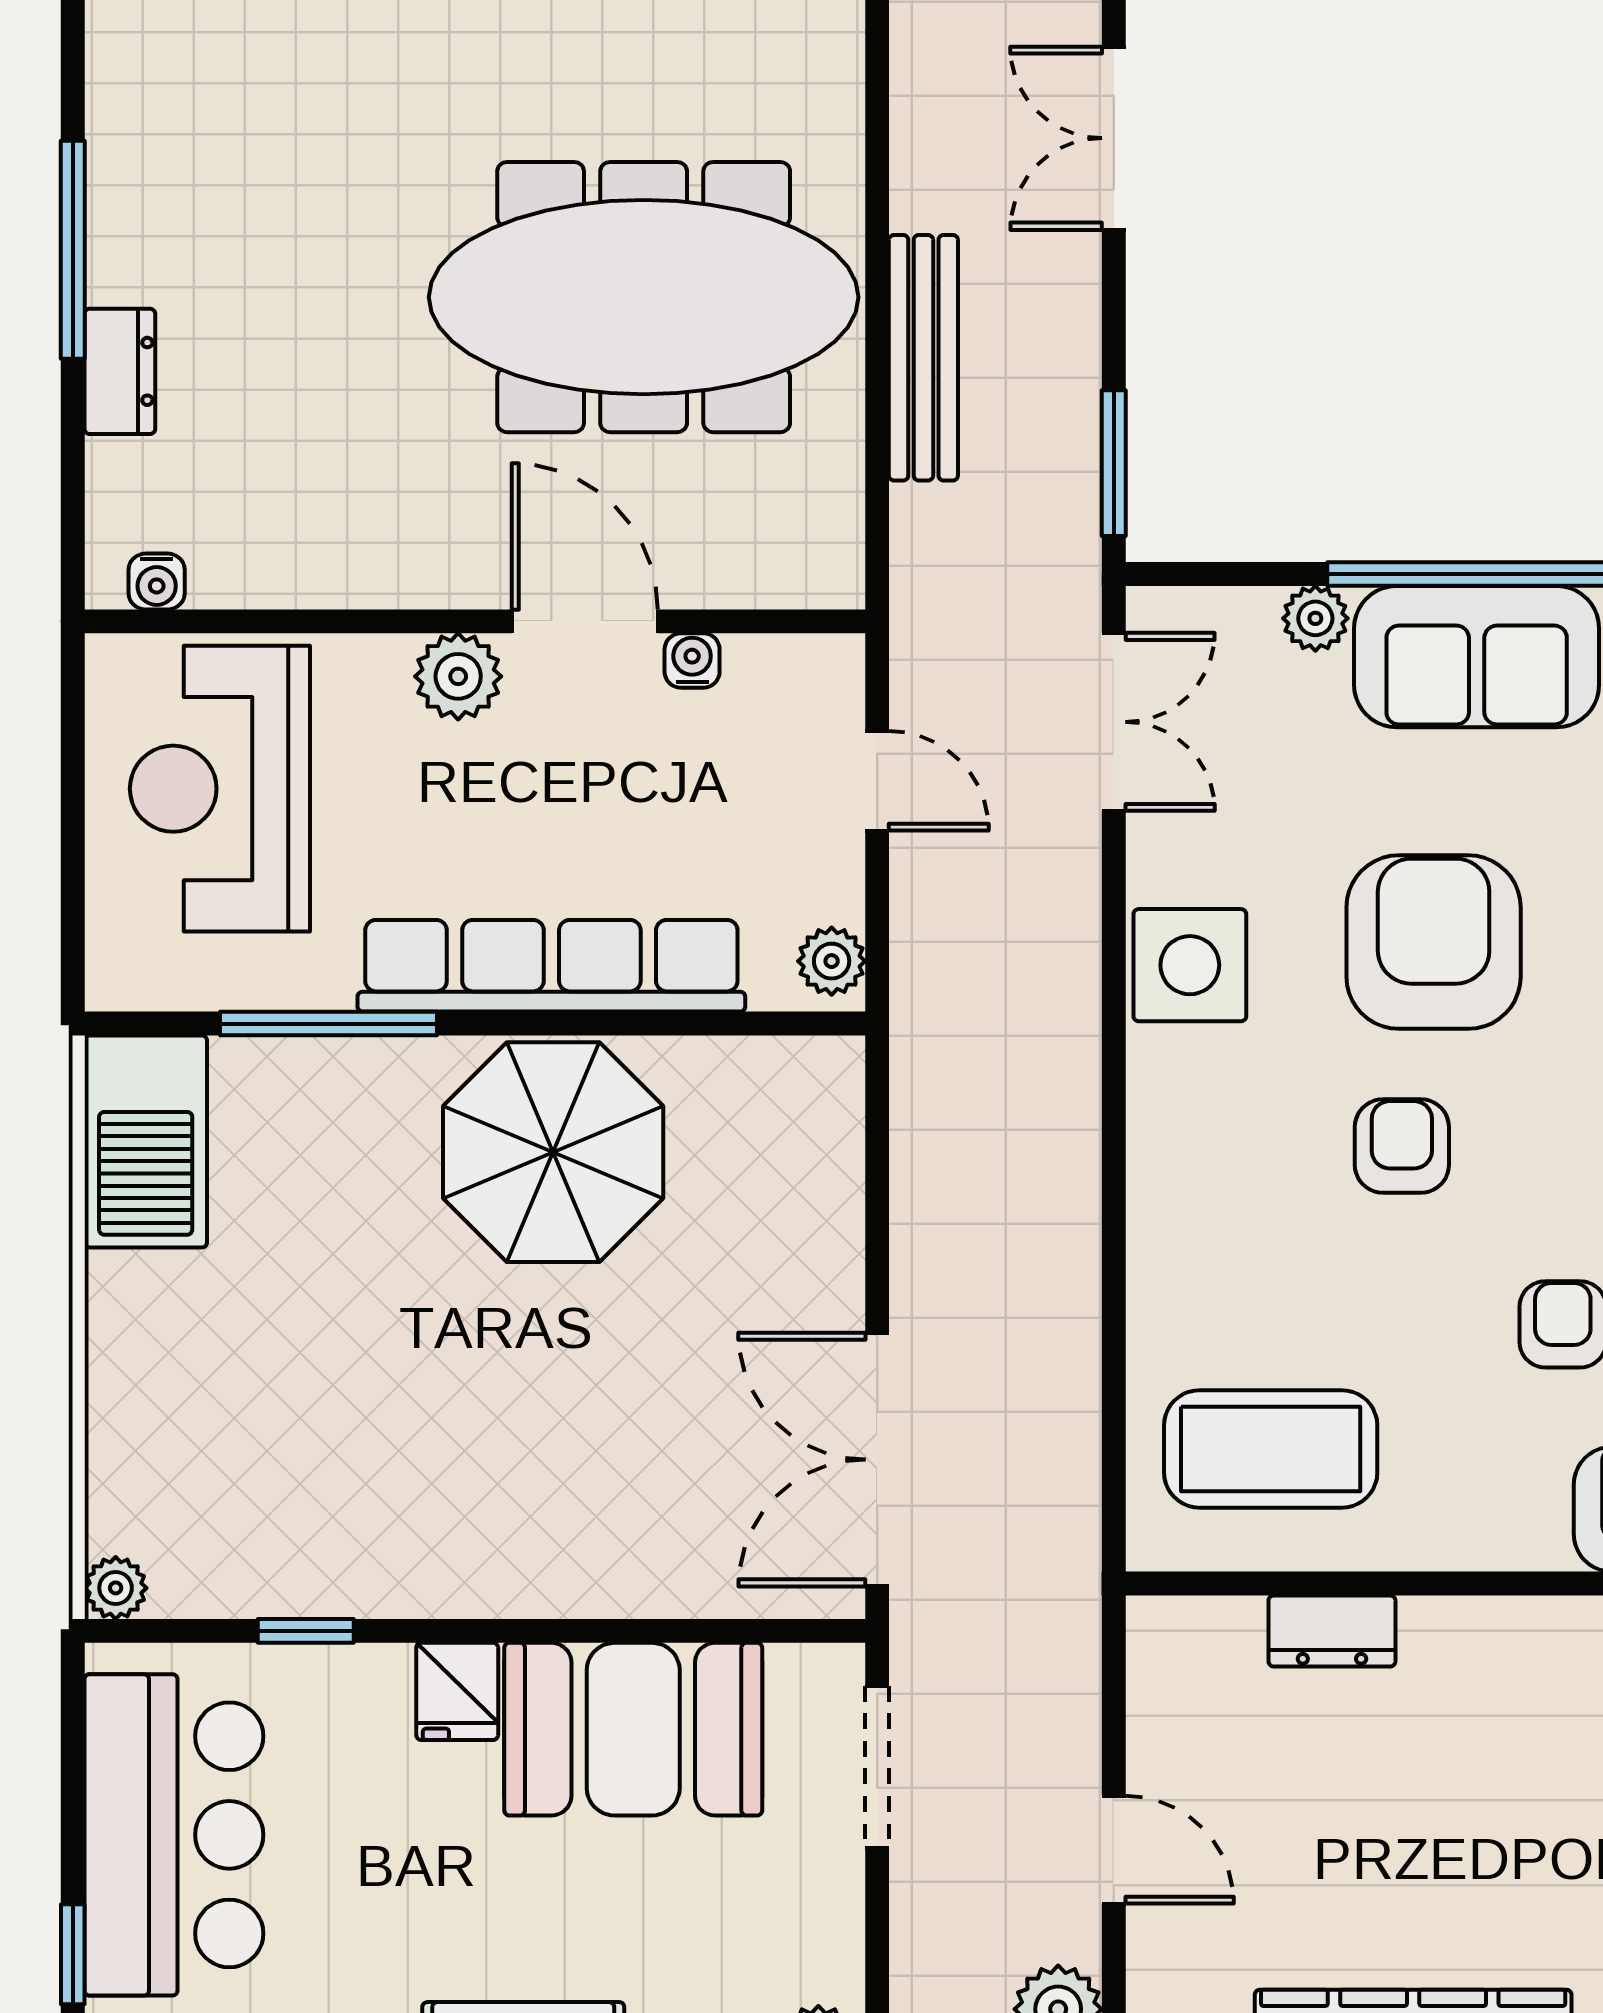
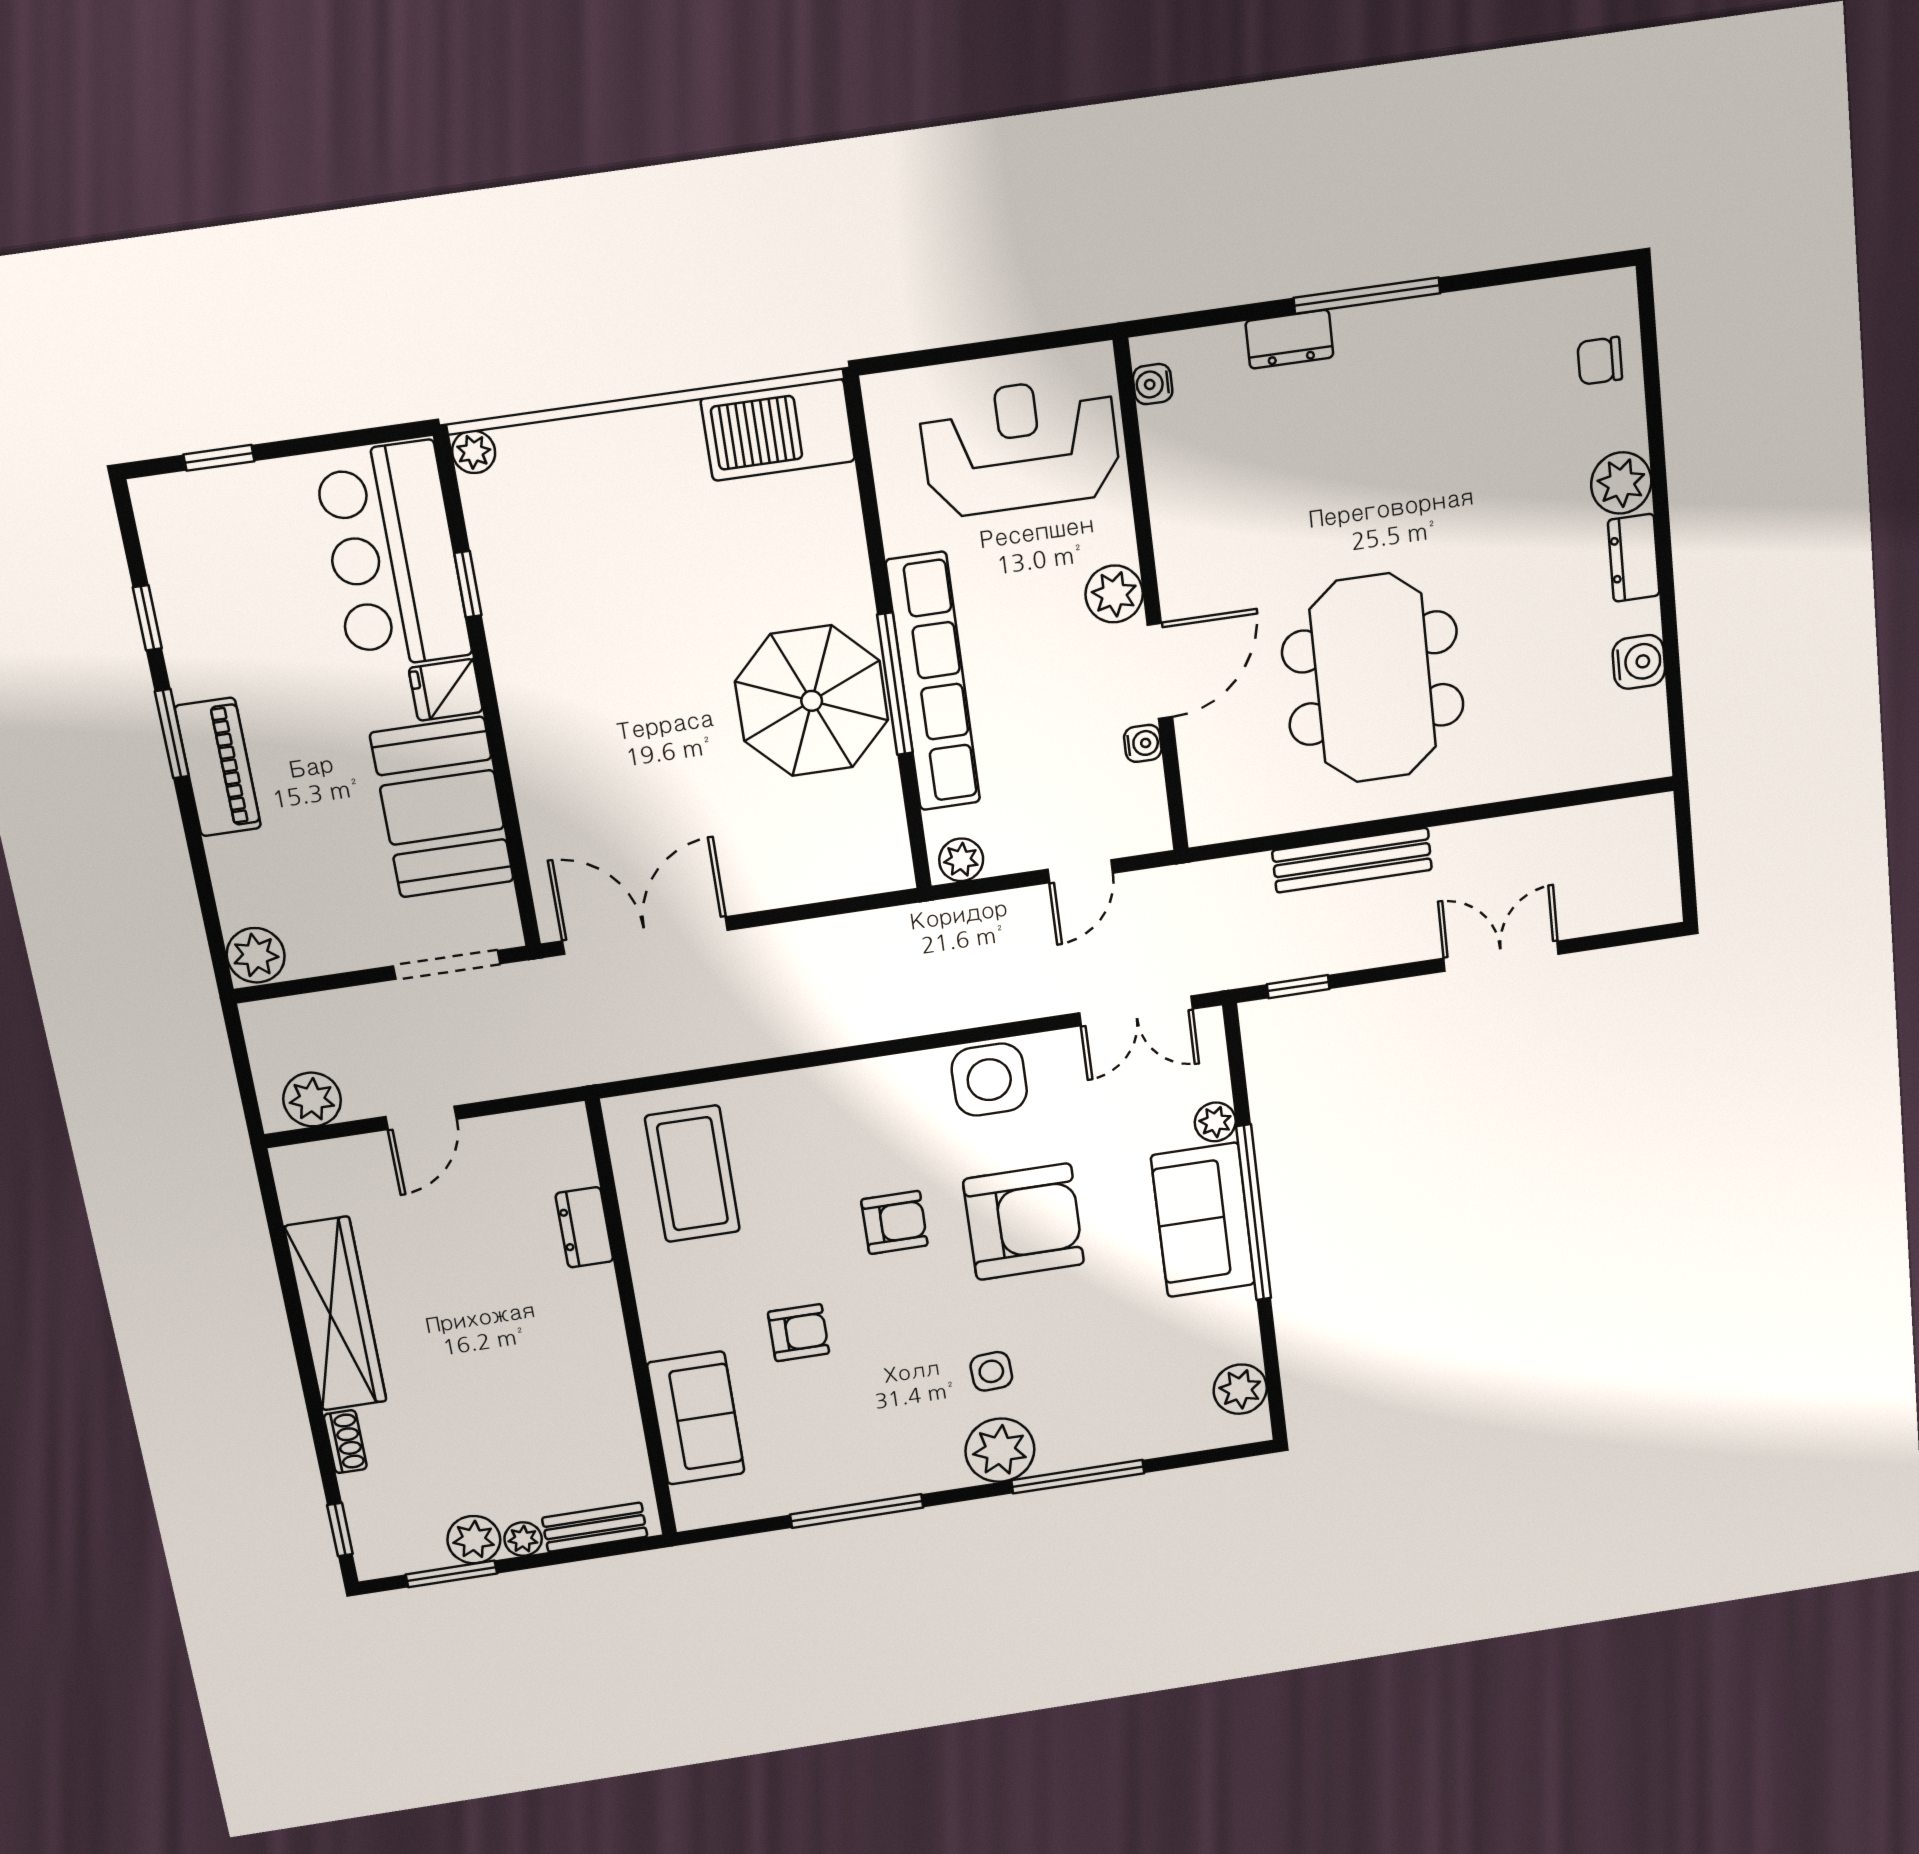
meeting table: (644, 297) -> (1373, 678), width x0.73
window: (1114, 463) -> (1298, 987), width x0.67
window: (328, 1024) -> (895, 684), moved
bar counter: (174, 1835) -> (393, 556), moved, turned 90

